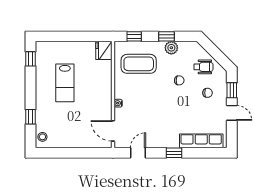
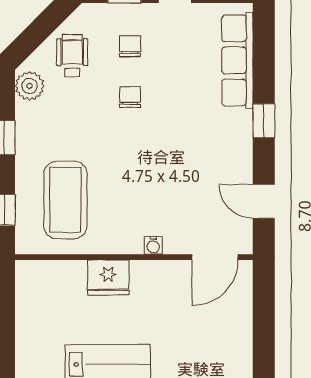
plant: (171, 48) -> (30, 86), moved
fridge: (104, 50) -> (108, 277), moved
chair: (179, 80) -> (130, 97), moved

